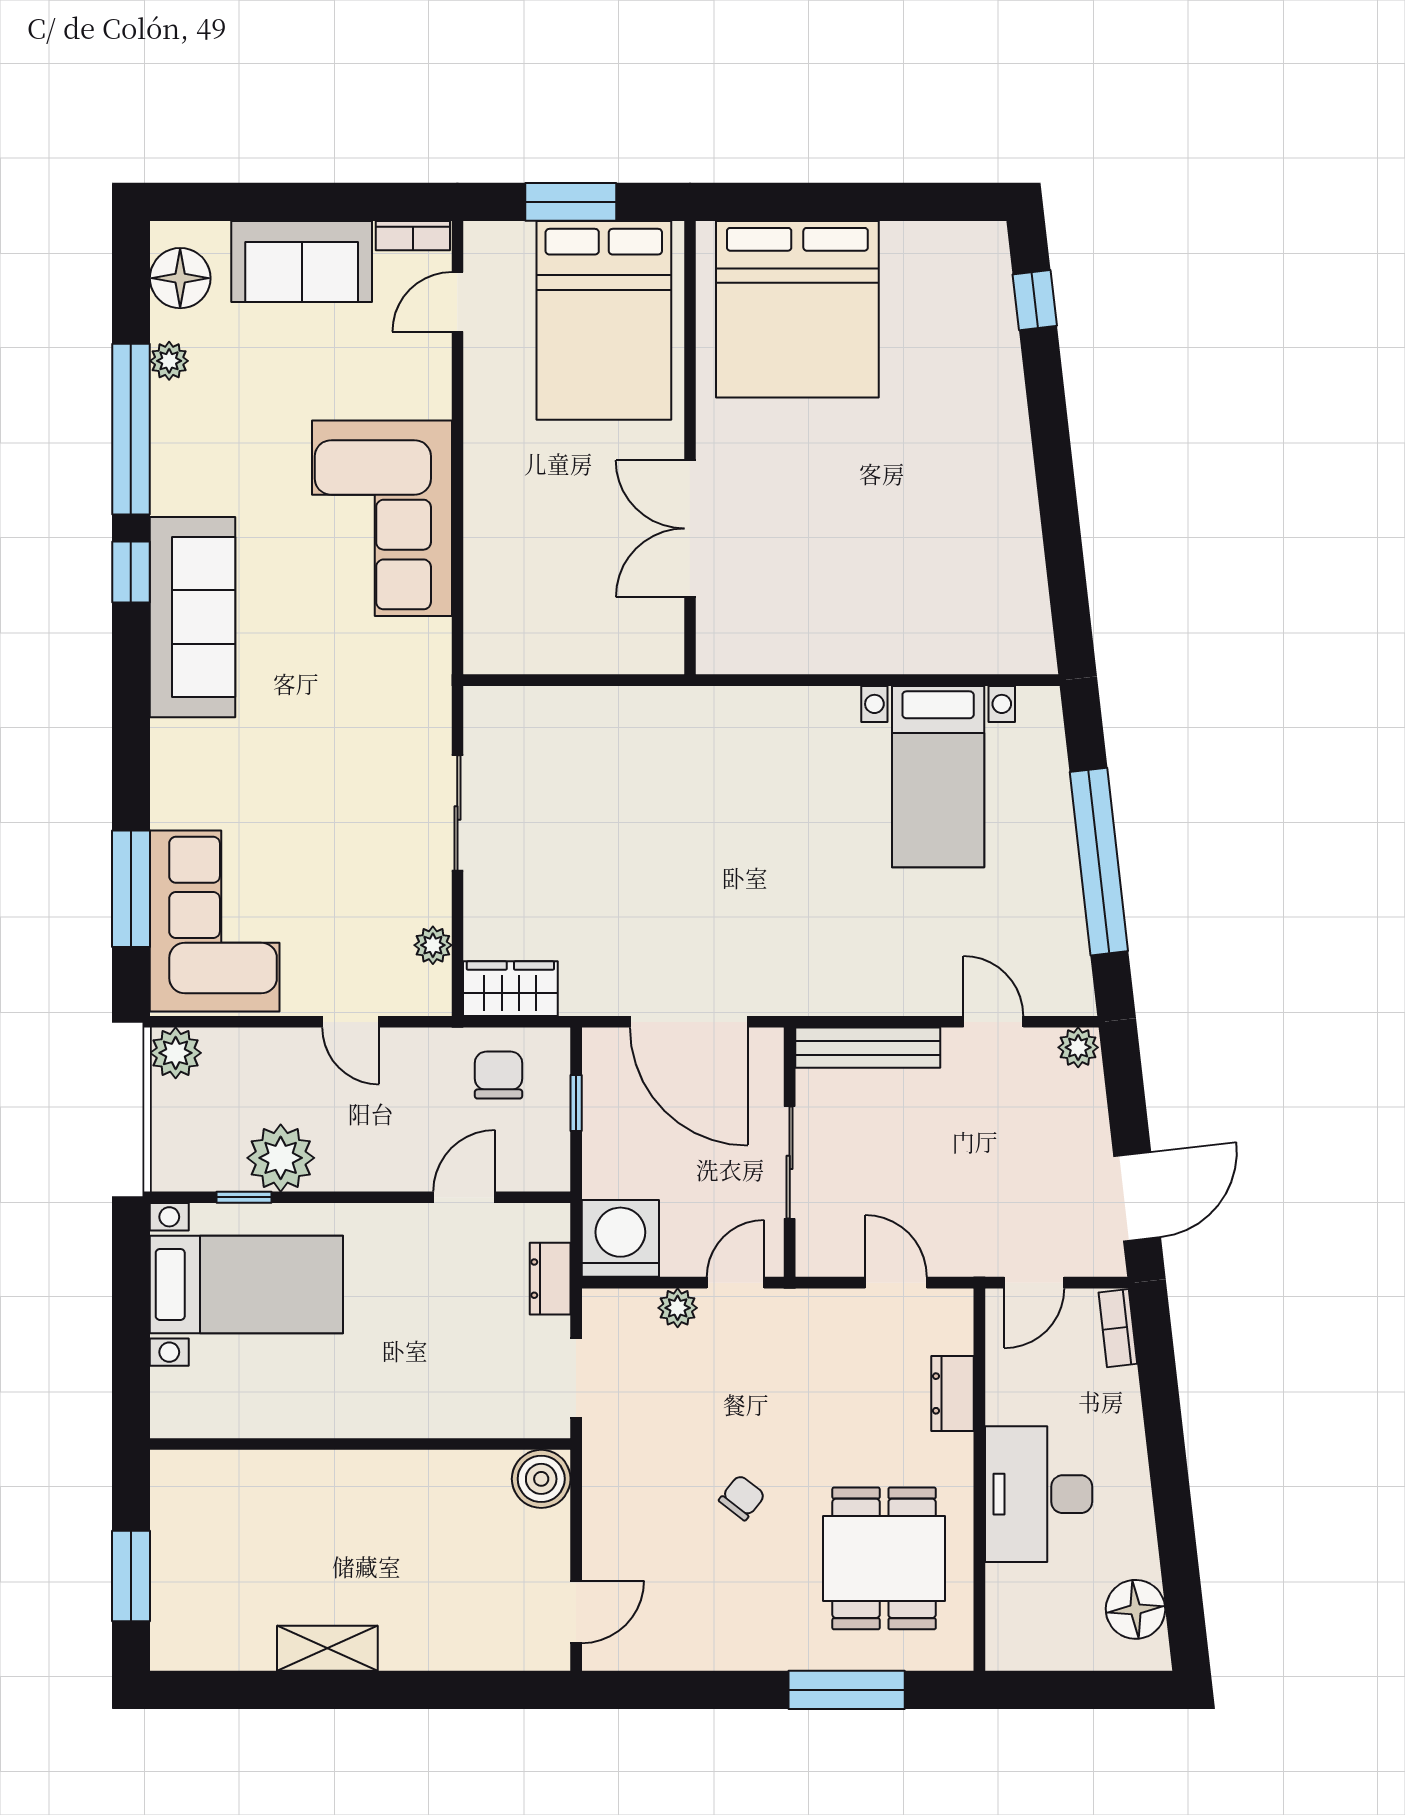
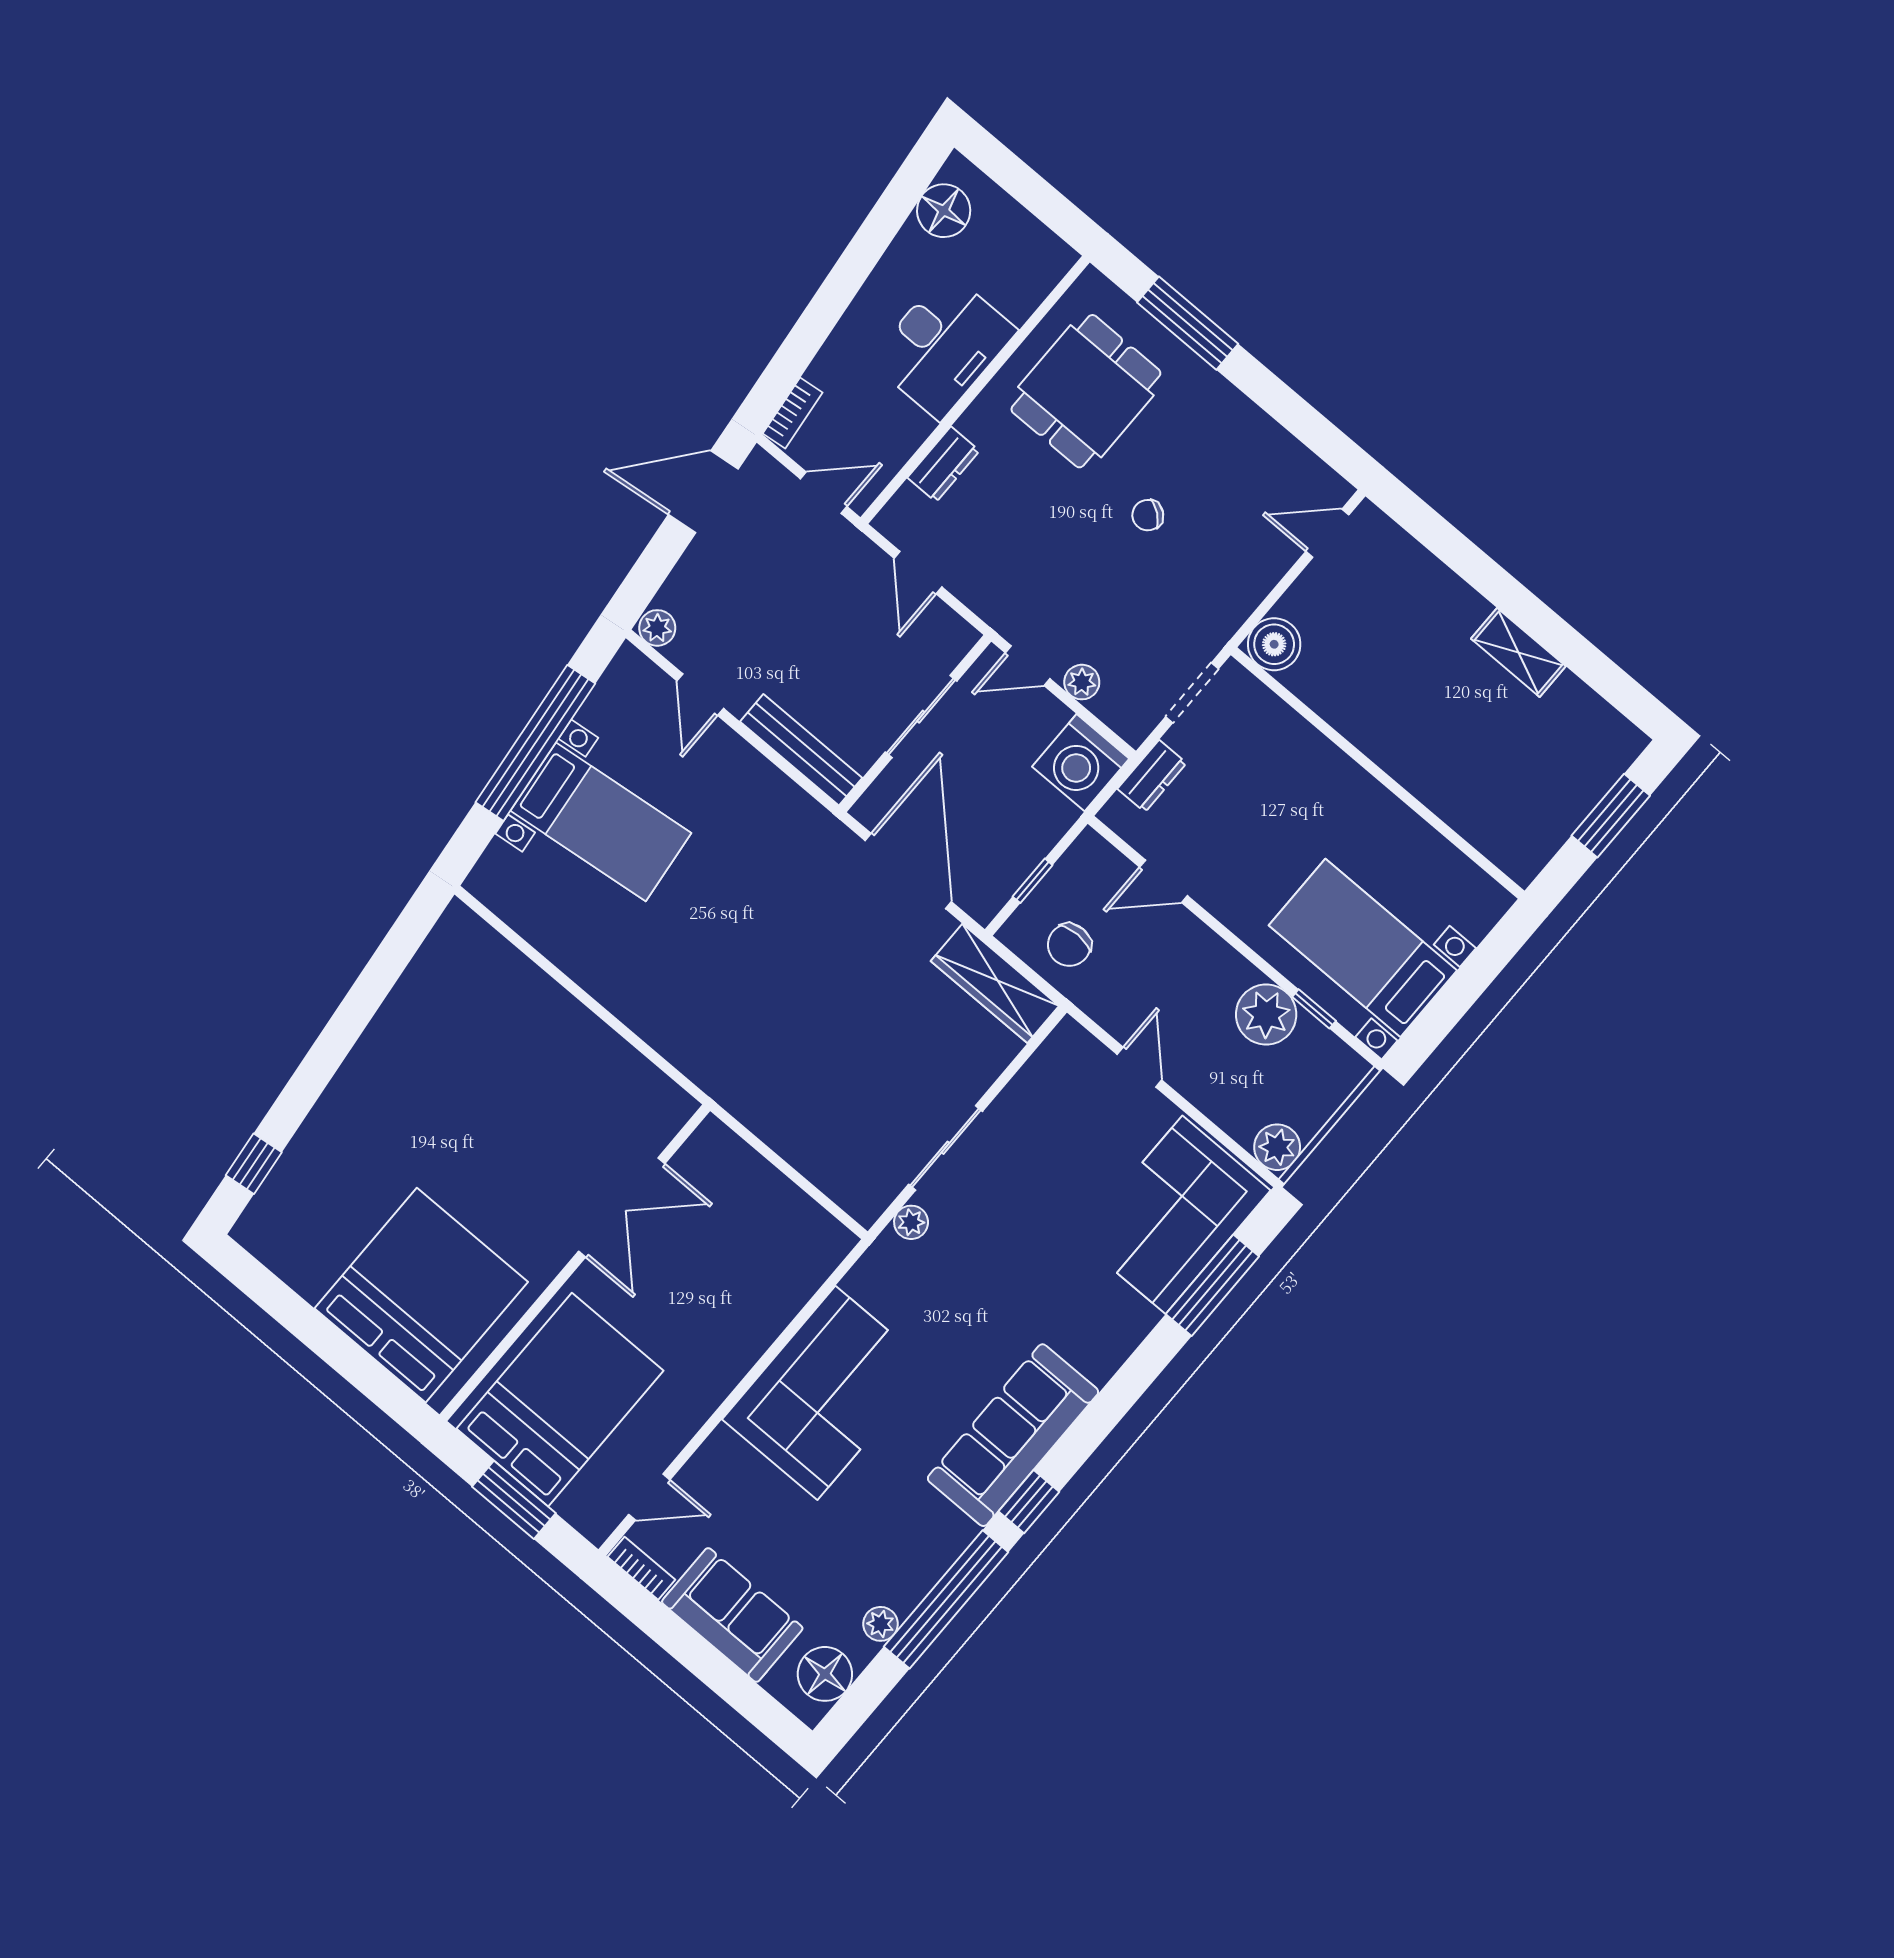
bed with nightstands: (938, 777) -> (601, 822), moved, turned 83
plant: (433, 945) -> (911, 1222), moved
wardrobe: (510, 989) -> (995, 983), width x1.50

